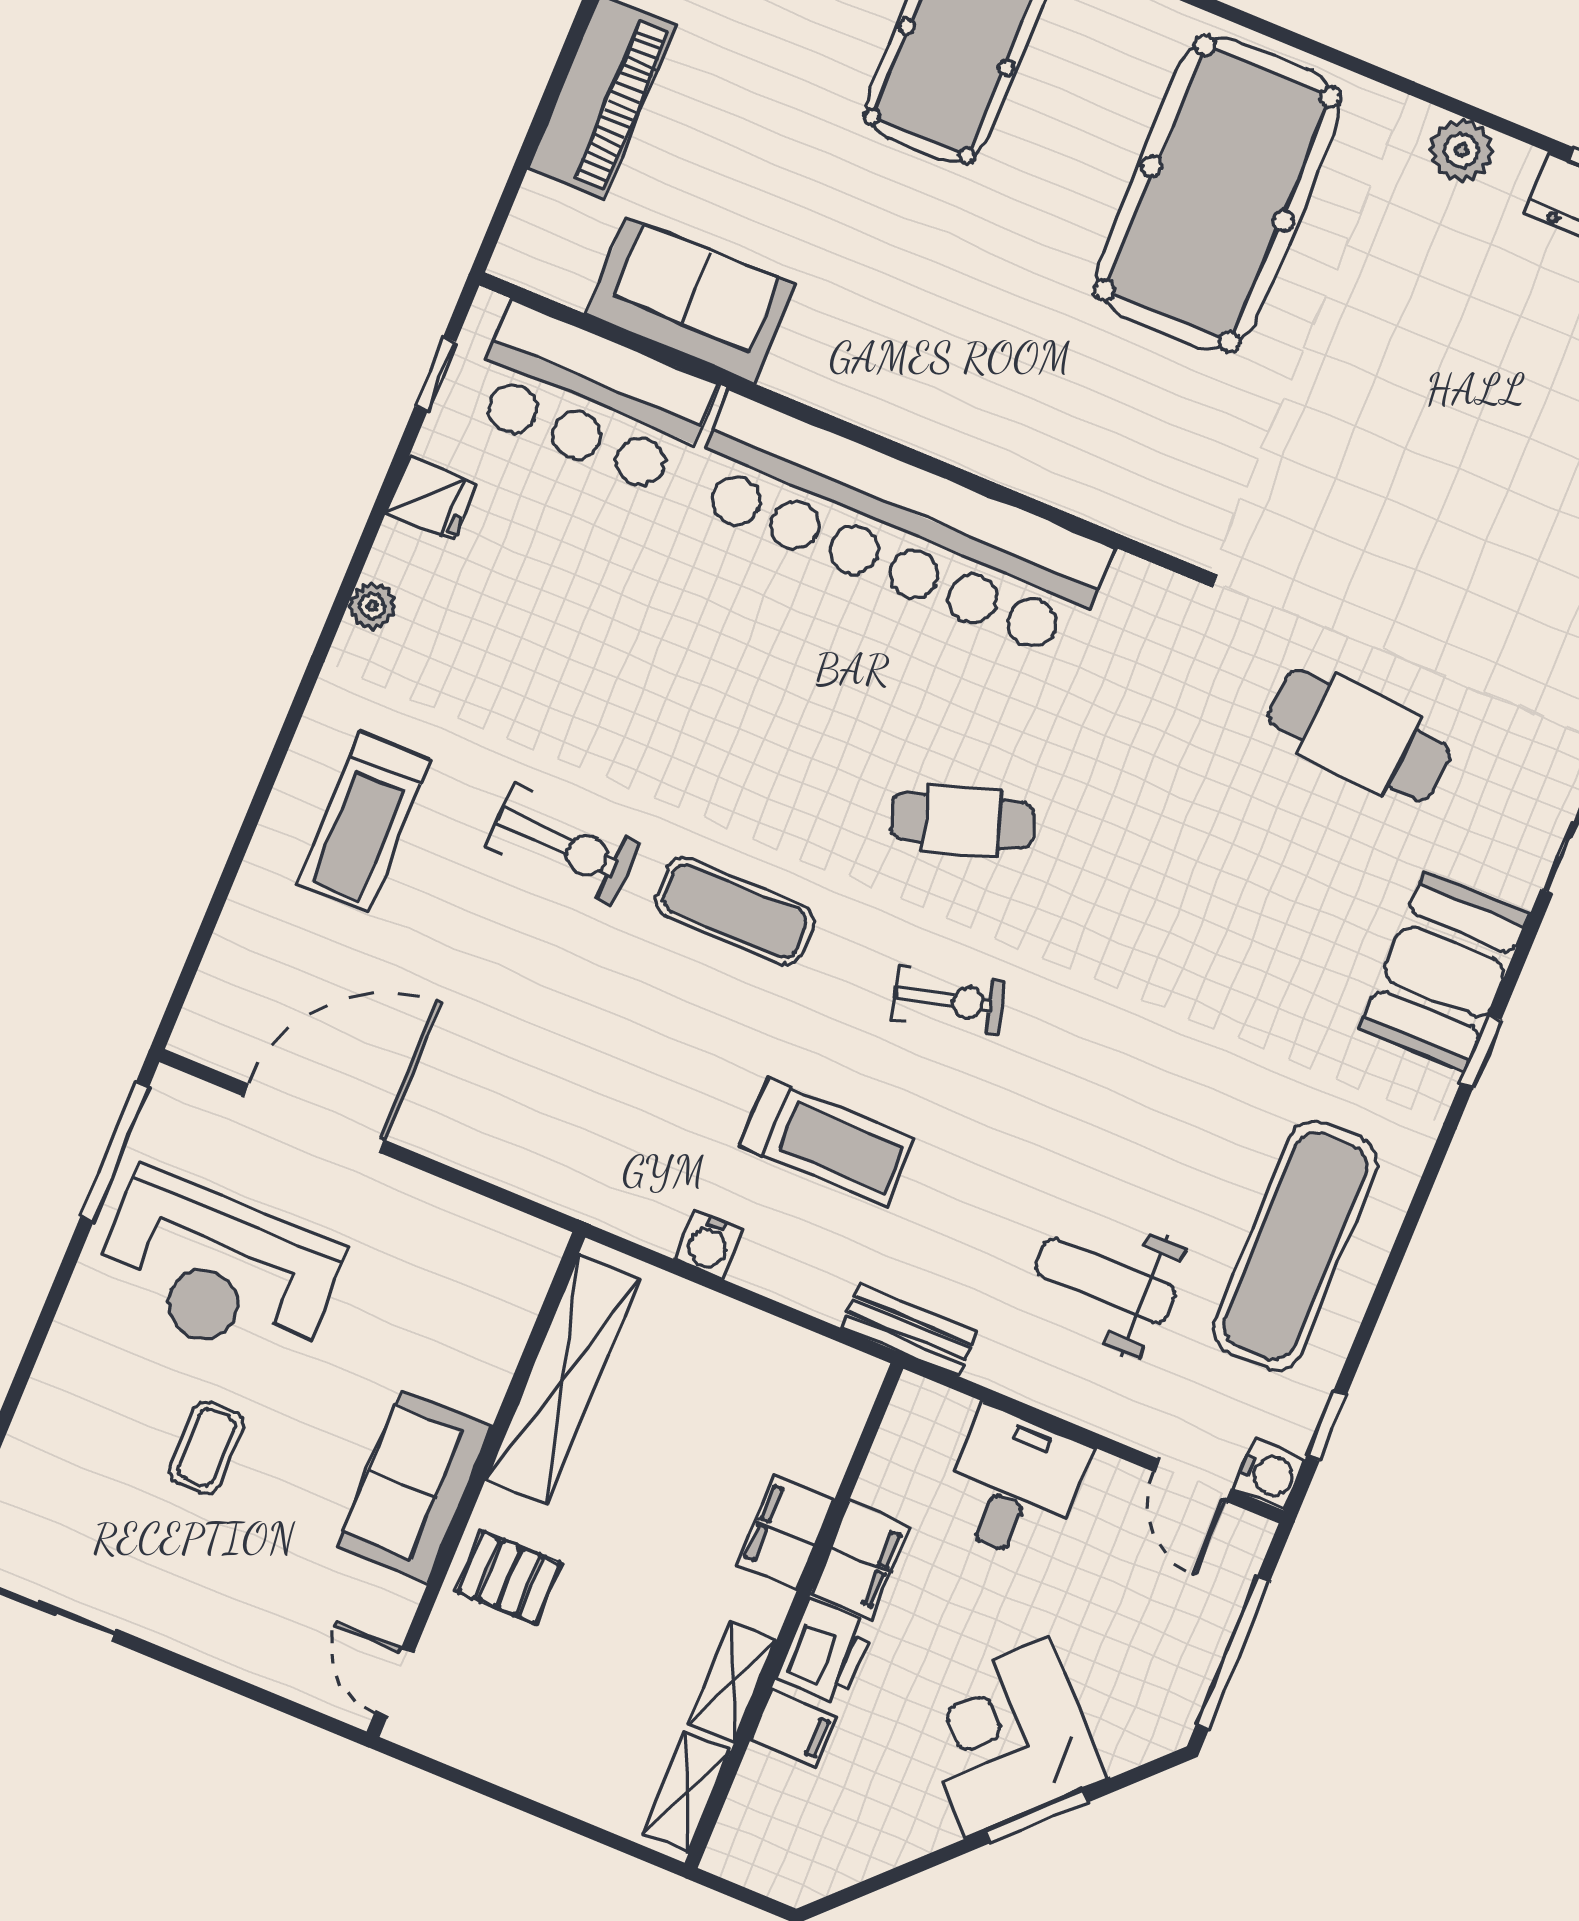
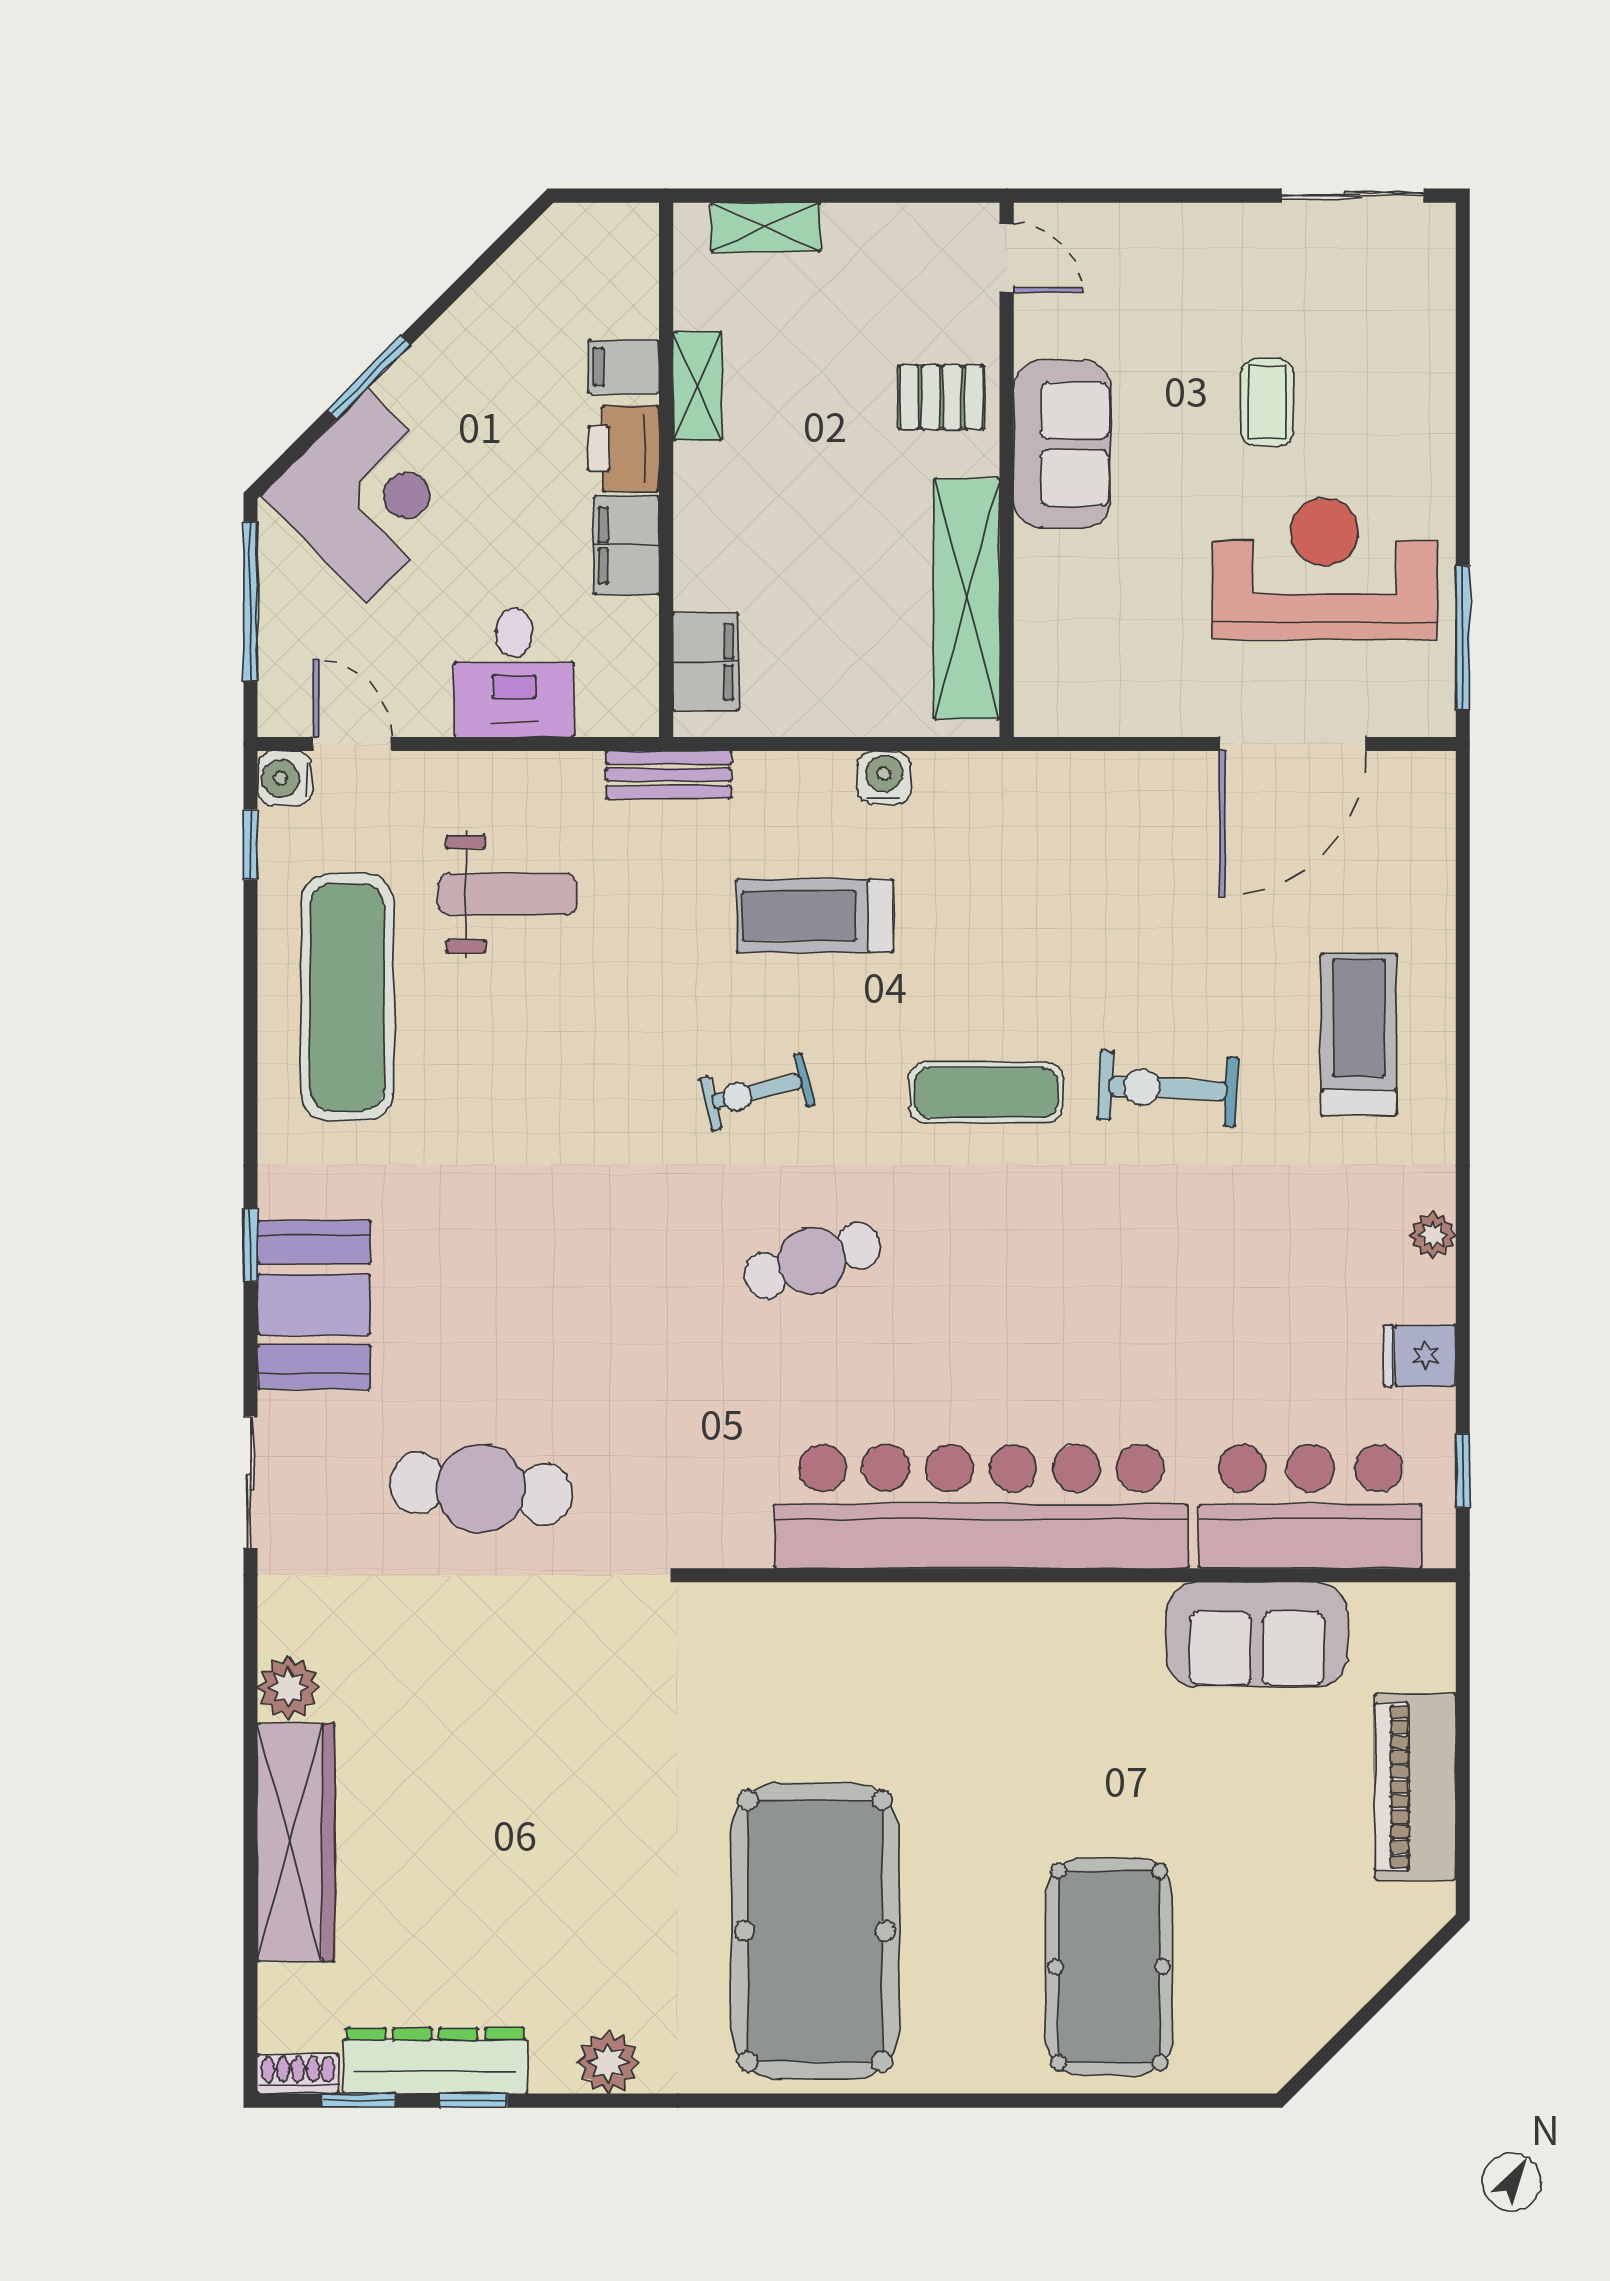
filing cabinet: (785, 1532) -> (706, 662), moved
corner desk: (1008, 1738) -> (368, 496), moved
shelving: (687, 1792) -> (766, 227), moved, turned 90

